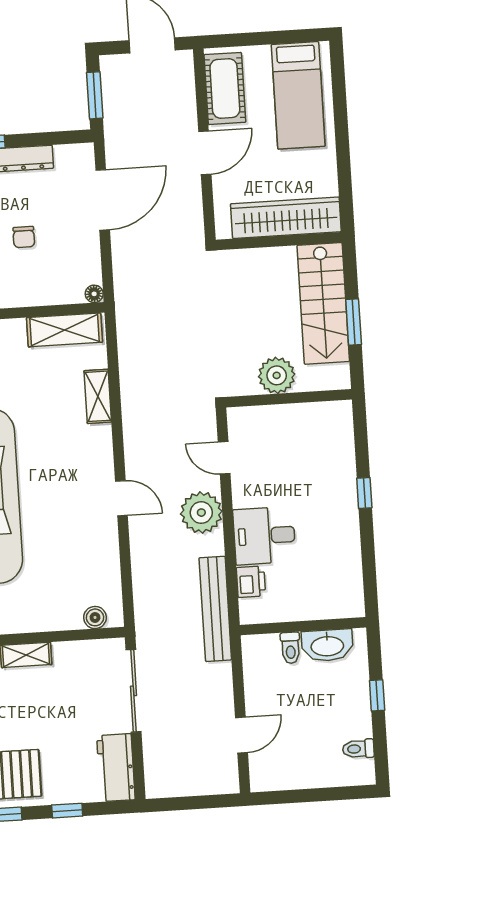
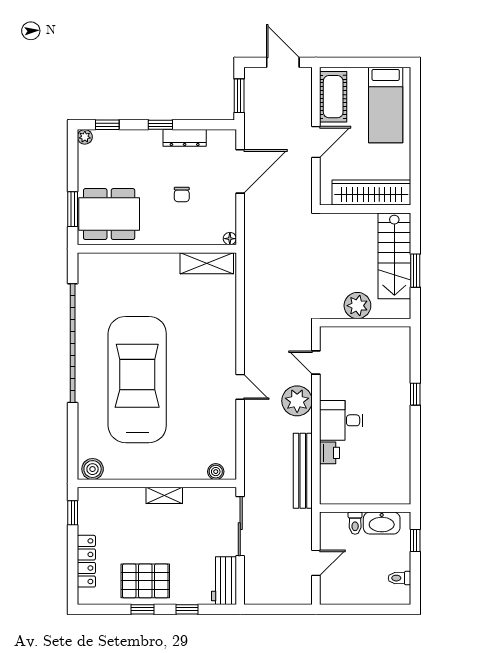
shelving: (98, 396) -> (228, 313), removed
wall: (303, 626) -> (365, 508), moved
washbasin: (327, 645) -> (382, 523), moved
toilet: (290, 648) -> (355, 523), moved

